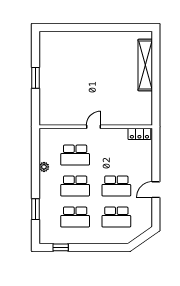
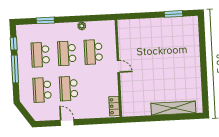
window: (35, 78) -> (174, 14), moved
window: (90, 247) -> (15, 69), added

